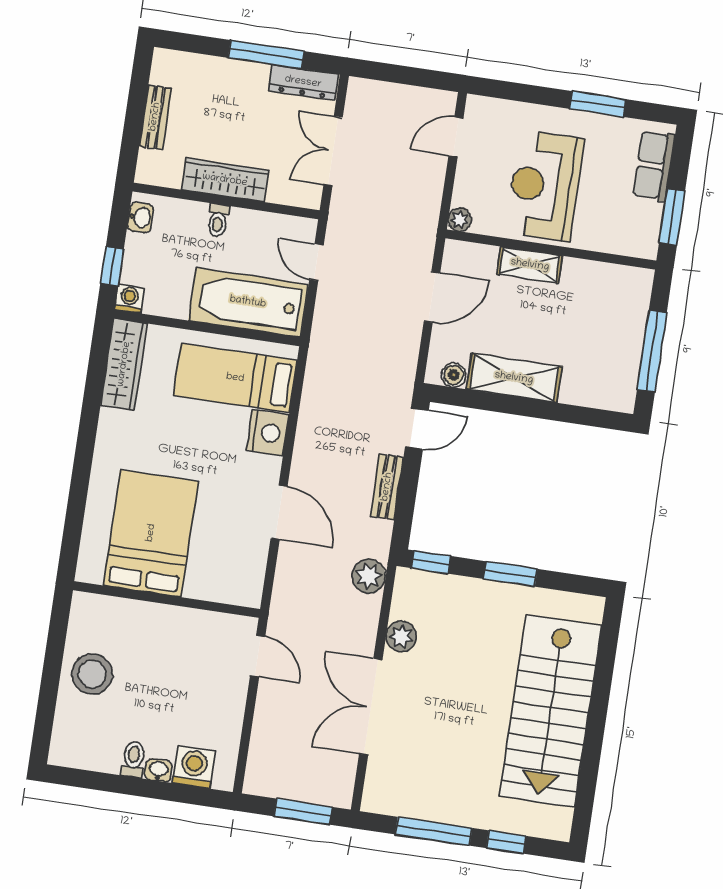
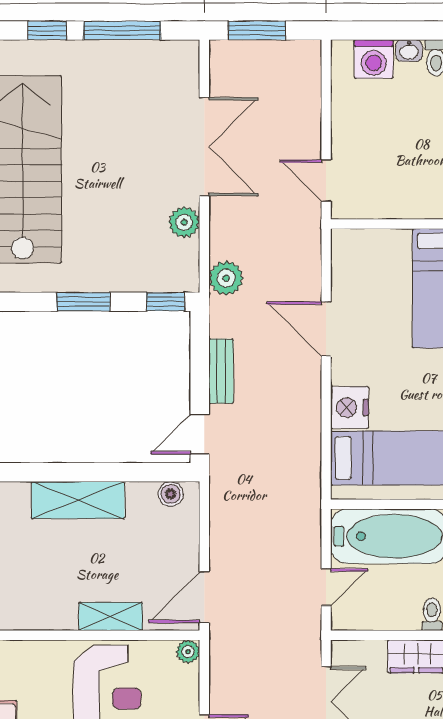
door: (316, 262) -> (326, 587), hinge flipped
door: (432, 297) -> (204, 597), moved
shelving: (514, 378) -> (78, 500), moved

